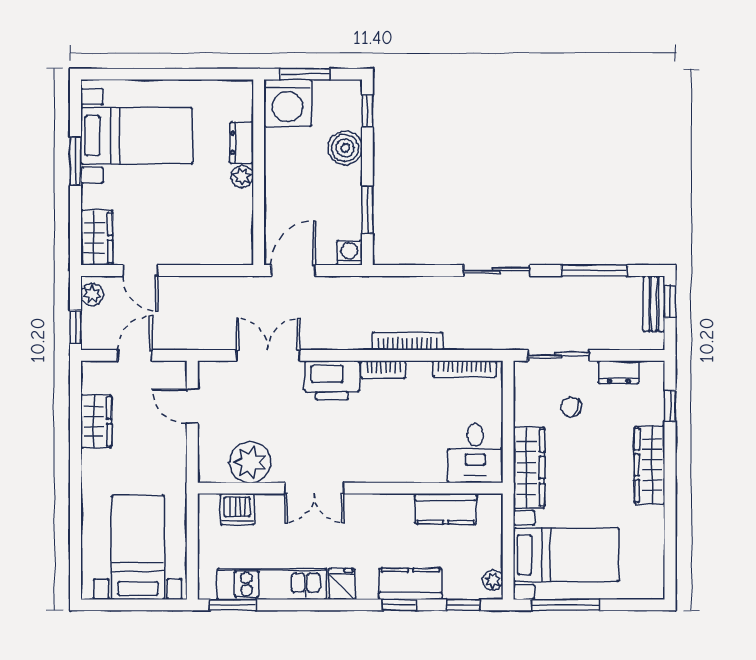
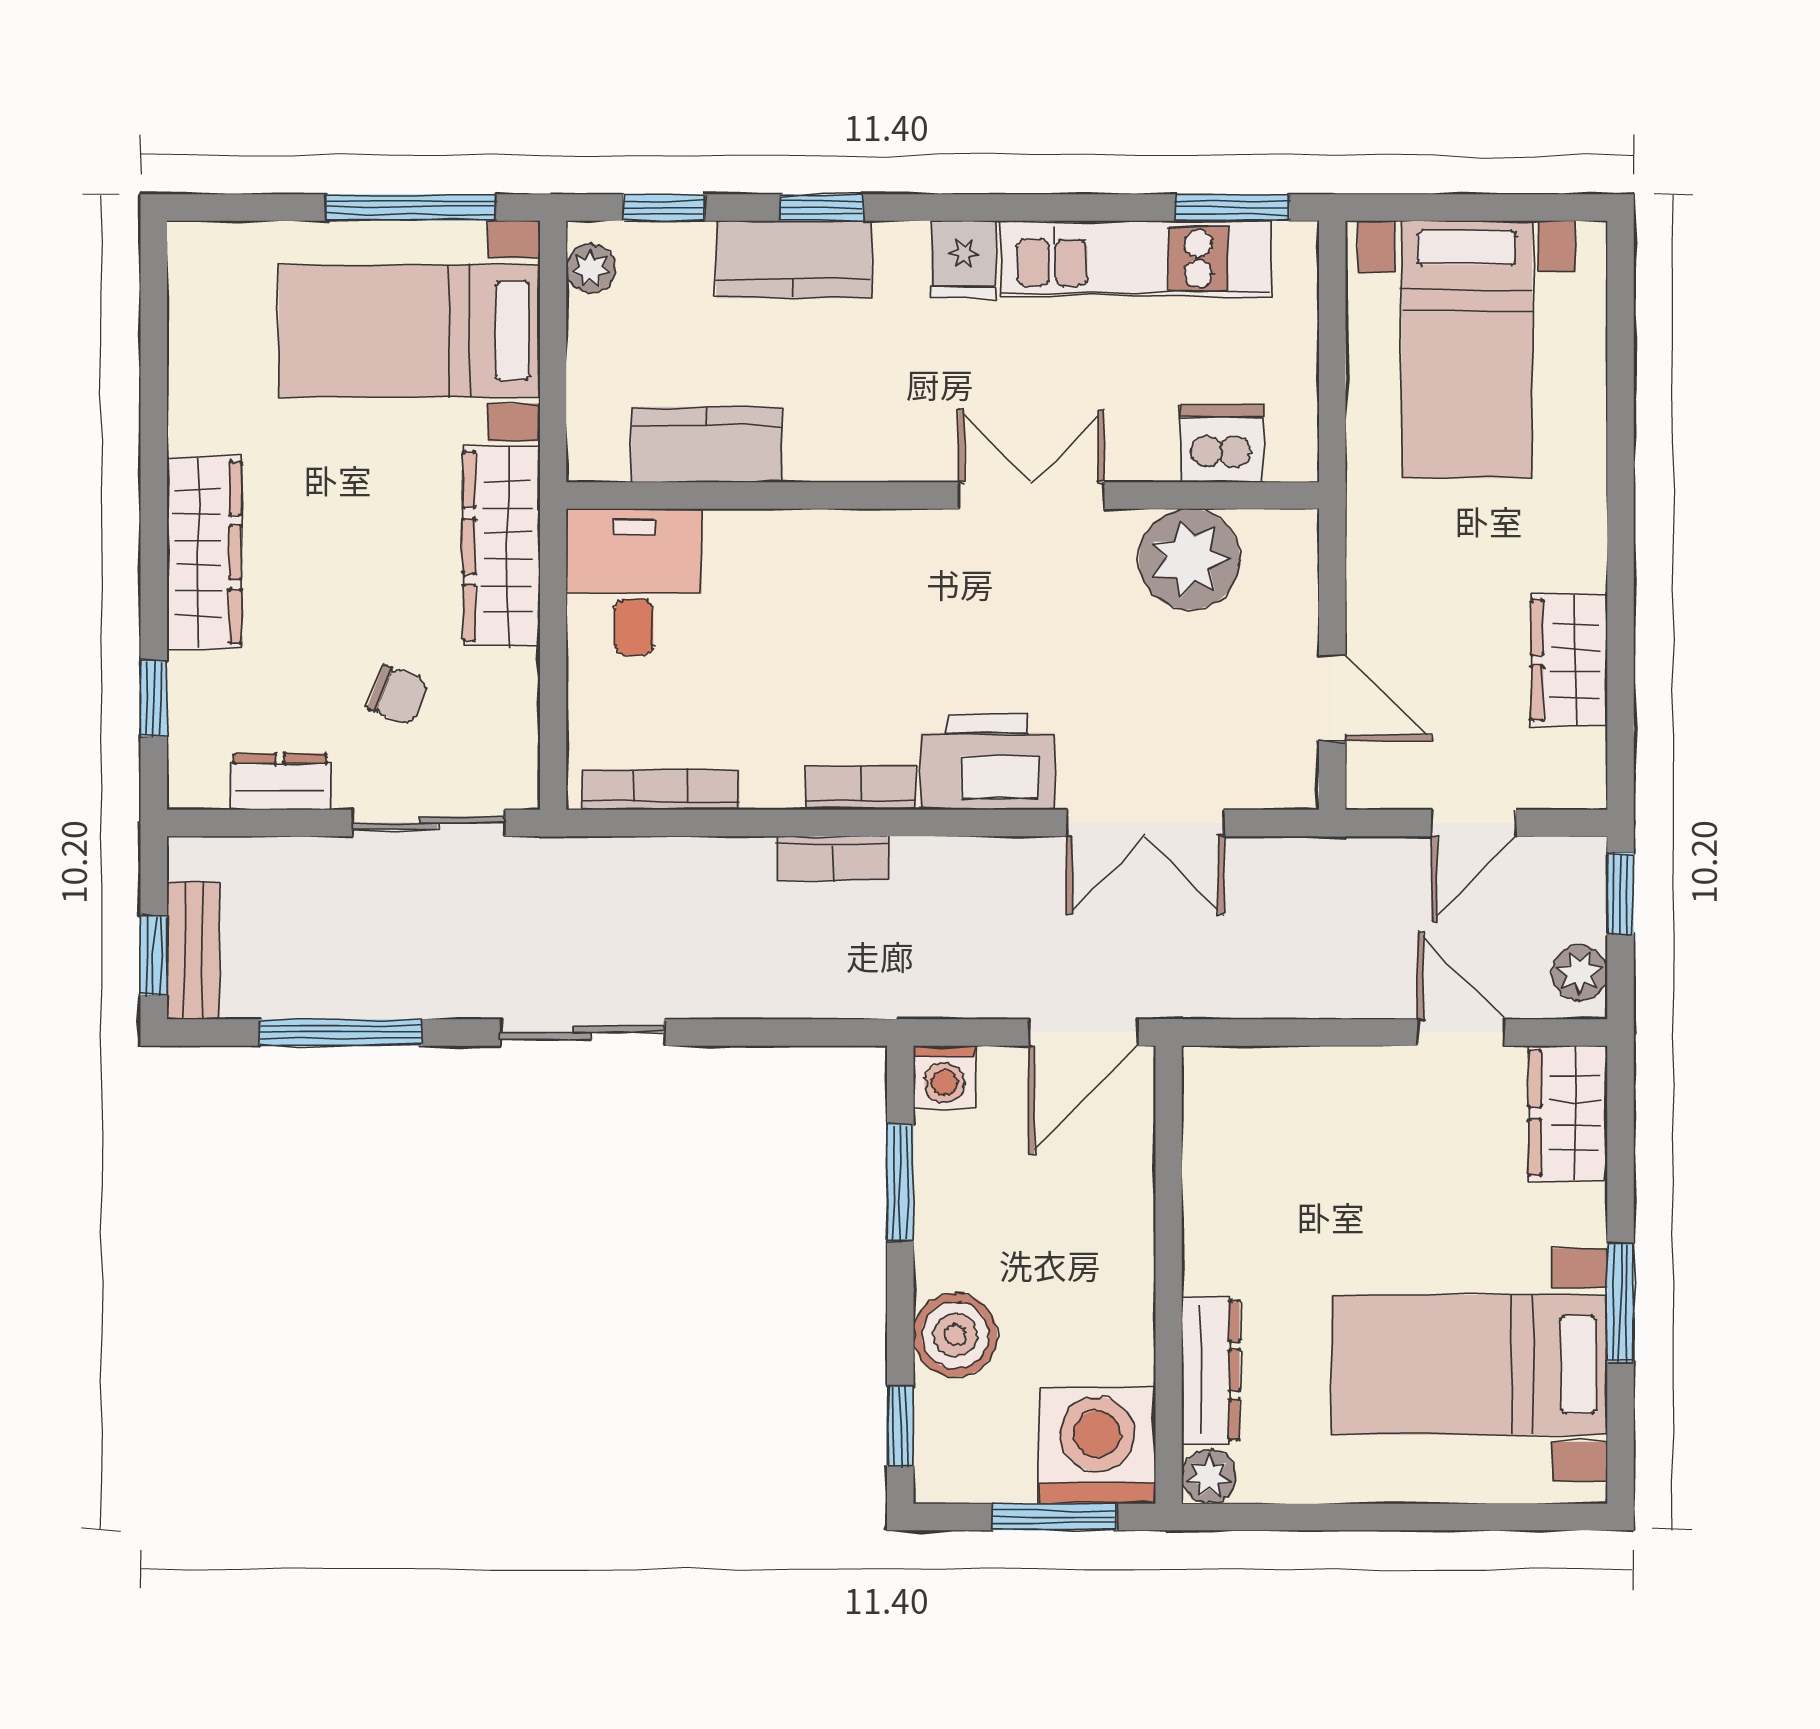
dresser: (242, 143) -> (1211, 1370), width x1.44
plant: (242, 177) -> (1209, 1477), moved
bookcase: (408, 341) -> (832, 858), width x0.64

